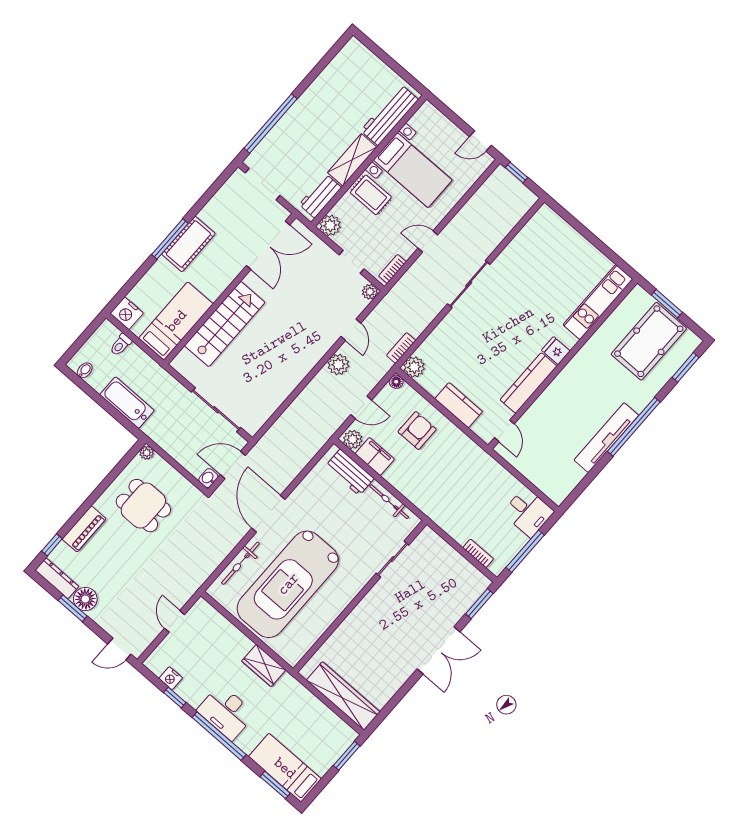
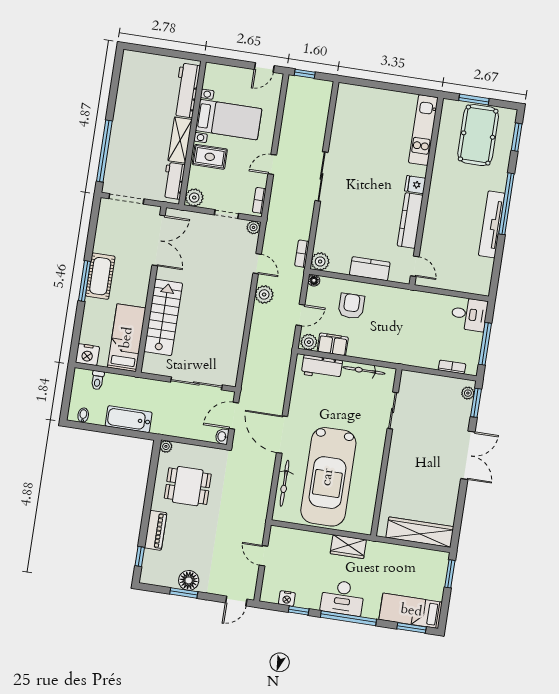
dresser: (57, 578) -> (159, 578), removed
plant: (477, 589) -> (468, 393), added

